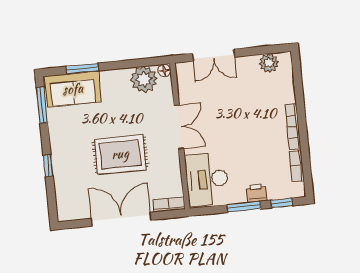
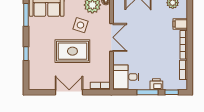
filing cabinet: (284, 95) -> (180, 24), added
side table: (129, 113) -> (80, 25), added
desk: (207, 179) -> (126, 77), width x0.73
double door: (121, 219) -> (69, 92), width x0.73

